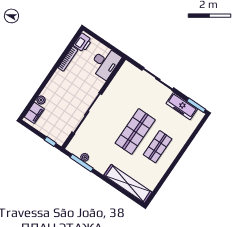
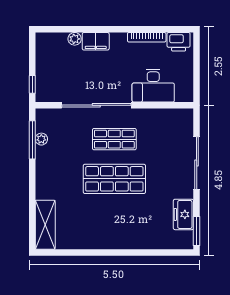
desk: (105, 63) -> (153, 86), moved
freezer: (182, 106) -> (183, 214), width x0.71
filing cabinet: (34, 113) -> (96, 41), moved
shop shelf: (158, 147) -> (114, 139), moved
shelving: (128, 184) -> (45, 225), width x0.68

